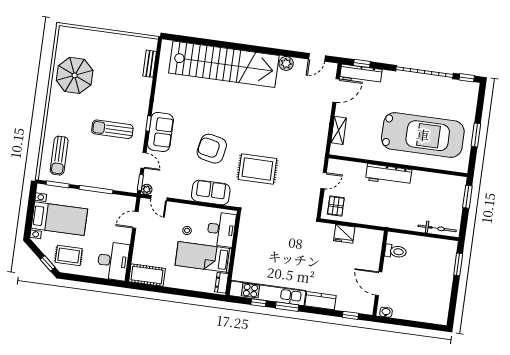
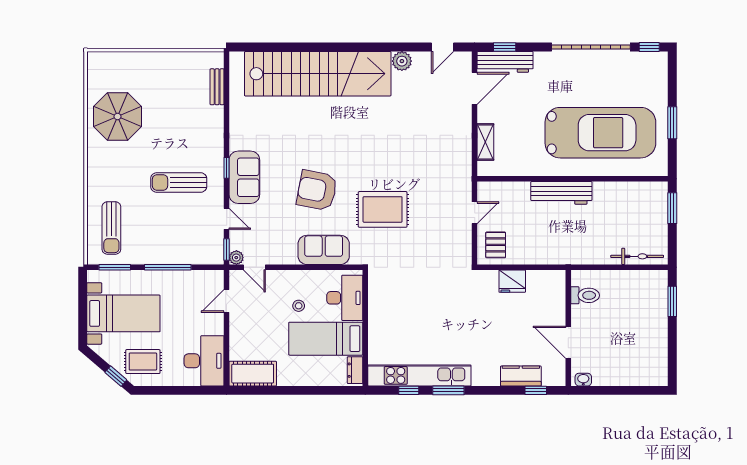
kitchen counter: (321, 301) -> (521, 376), moved

